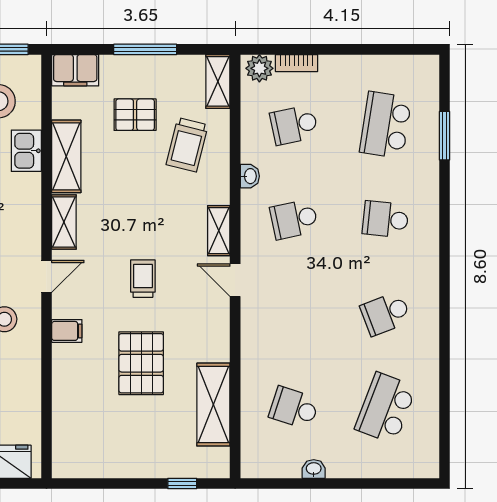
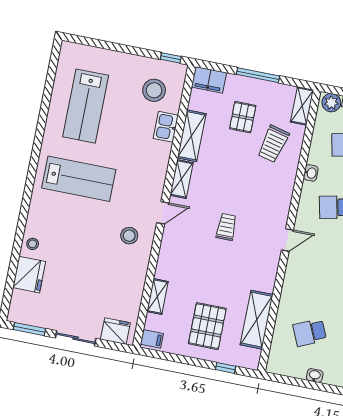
pallet: (135, 115) -> (243, 117), turned 90
shelving: (219, 231) -> (157, 297), moved
door: (235, 280) -> (287, 240), swing flipped
filing cabinet: (67, 331) -> (152, 339), moved
pallet: (141, 363) -> (207, 326), moved
school desk: (294, 408) -> (310, 333), turned -42

